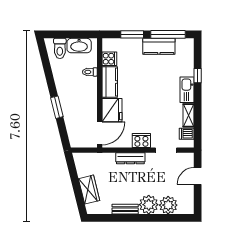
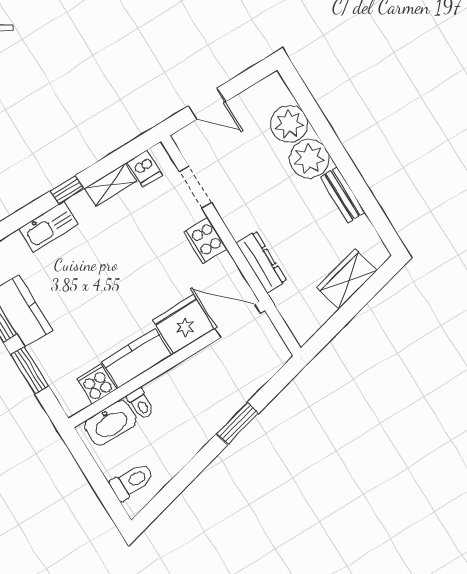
washbasin: (79, 46) -> (110, 423), moved, turned 90
window: (198, 76) -> (67, 190), moved
kitchen sink: (187, 90) -> (49, 226), moved
dresser: (130, 158) -> (261, 262), moved

